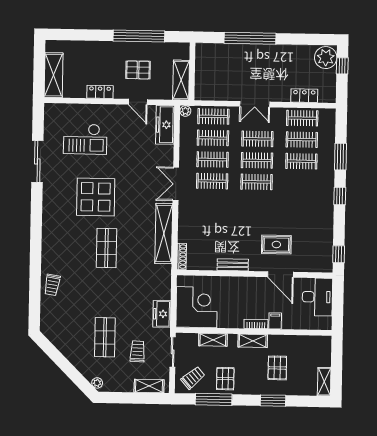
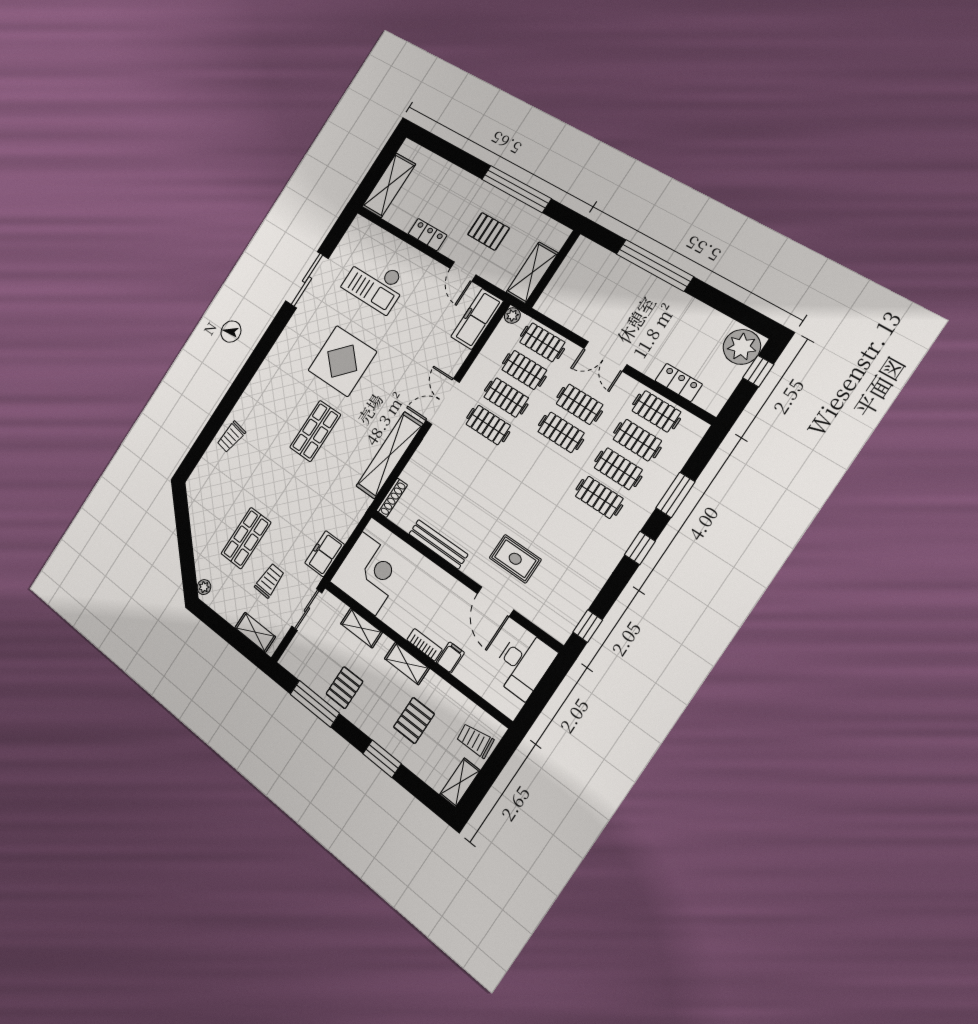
clothes rail: (257, 182) -> (599, 497), moved
bench: (233, 265) -> (438, 544), width x1.36
trolley: (193, 378) -> (475, 741), moved, turned -145

